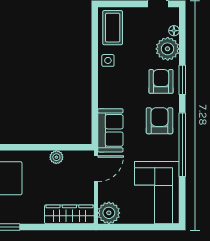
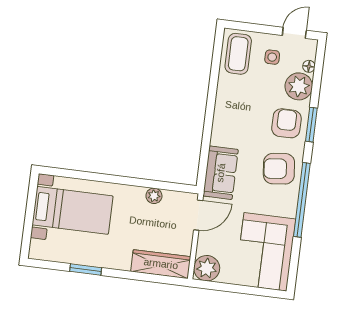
side table: (108, 60) -> (272, 57), moved
armchair: (159, 121) -> (279, 169), turned -96

